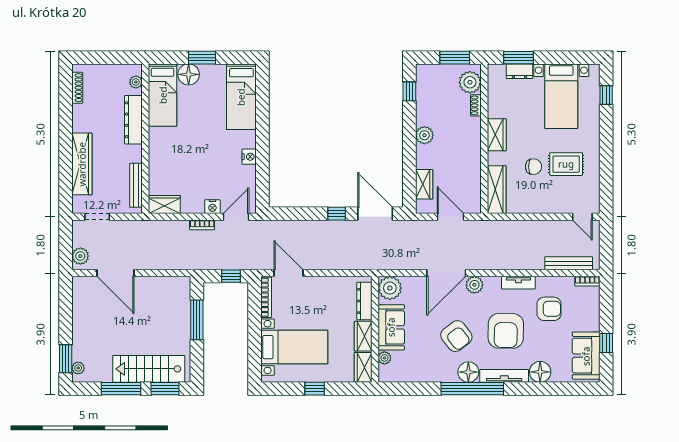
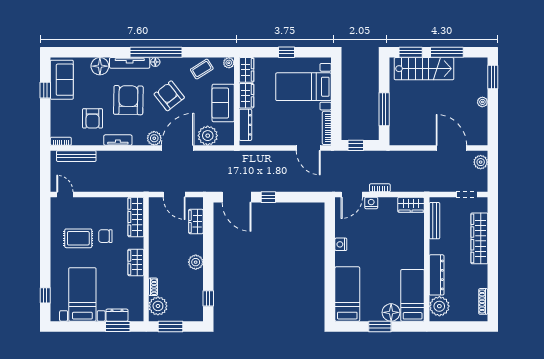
plant: (136, 82) -> (439, 306), width x1.87, depth x1.87
plant: (390, 288) -> (208, 136), moved
armchair: (549, 309) -> (93, 118), turned -90
plant: (384, 358) -> (229, 63), moved
plant: (78, 368) -> (482, 102), moved
coffee table: (417, 368) -> (202, 69), added
floor lamp: (468, 372) -> (155, 62), width x0.53, depth x0.53

